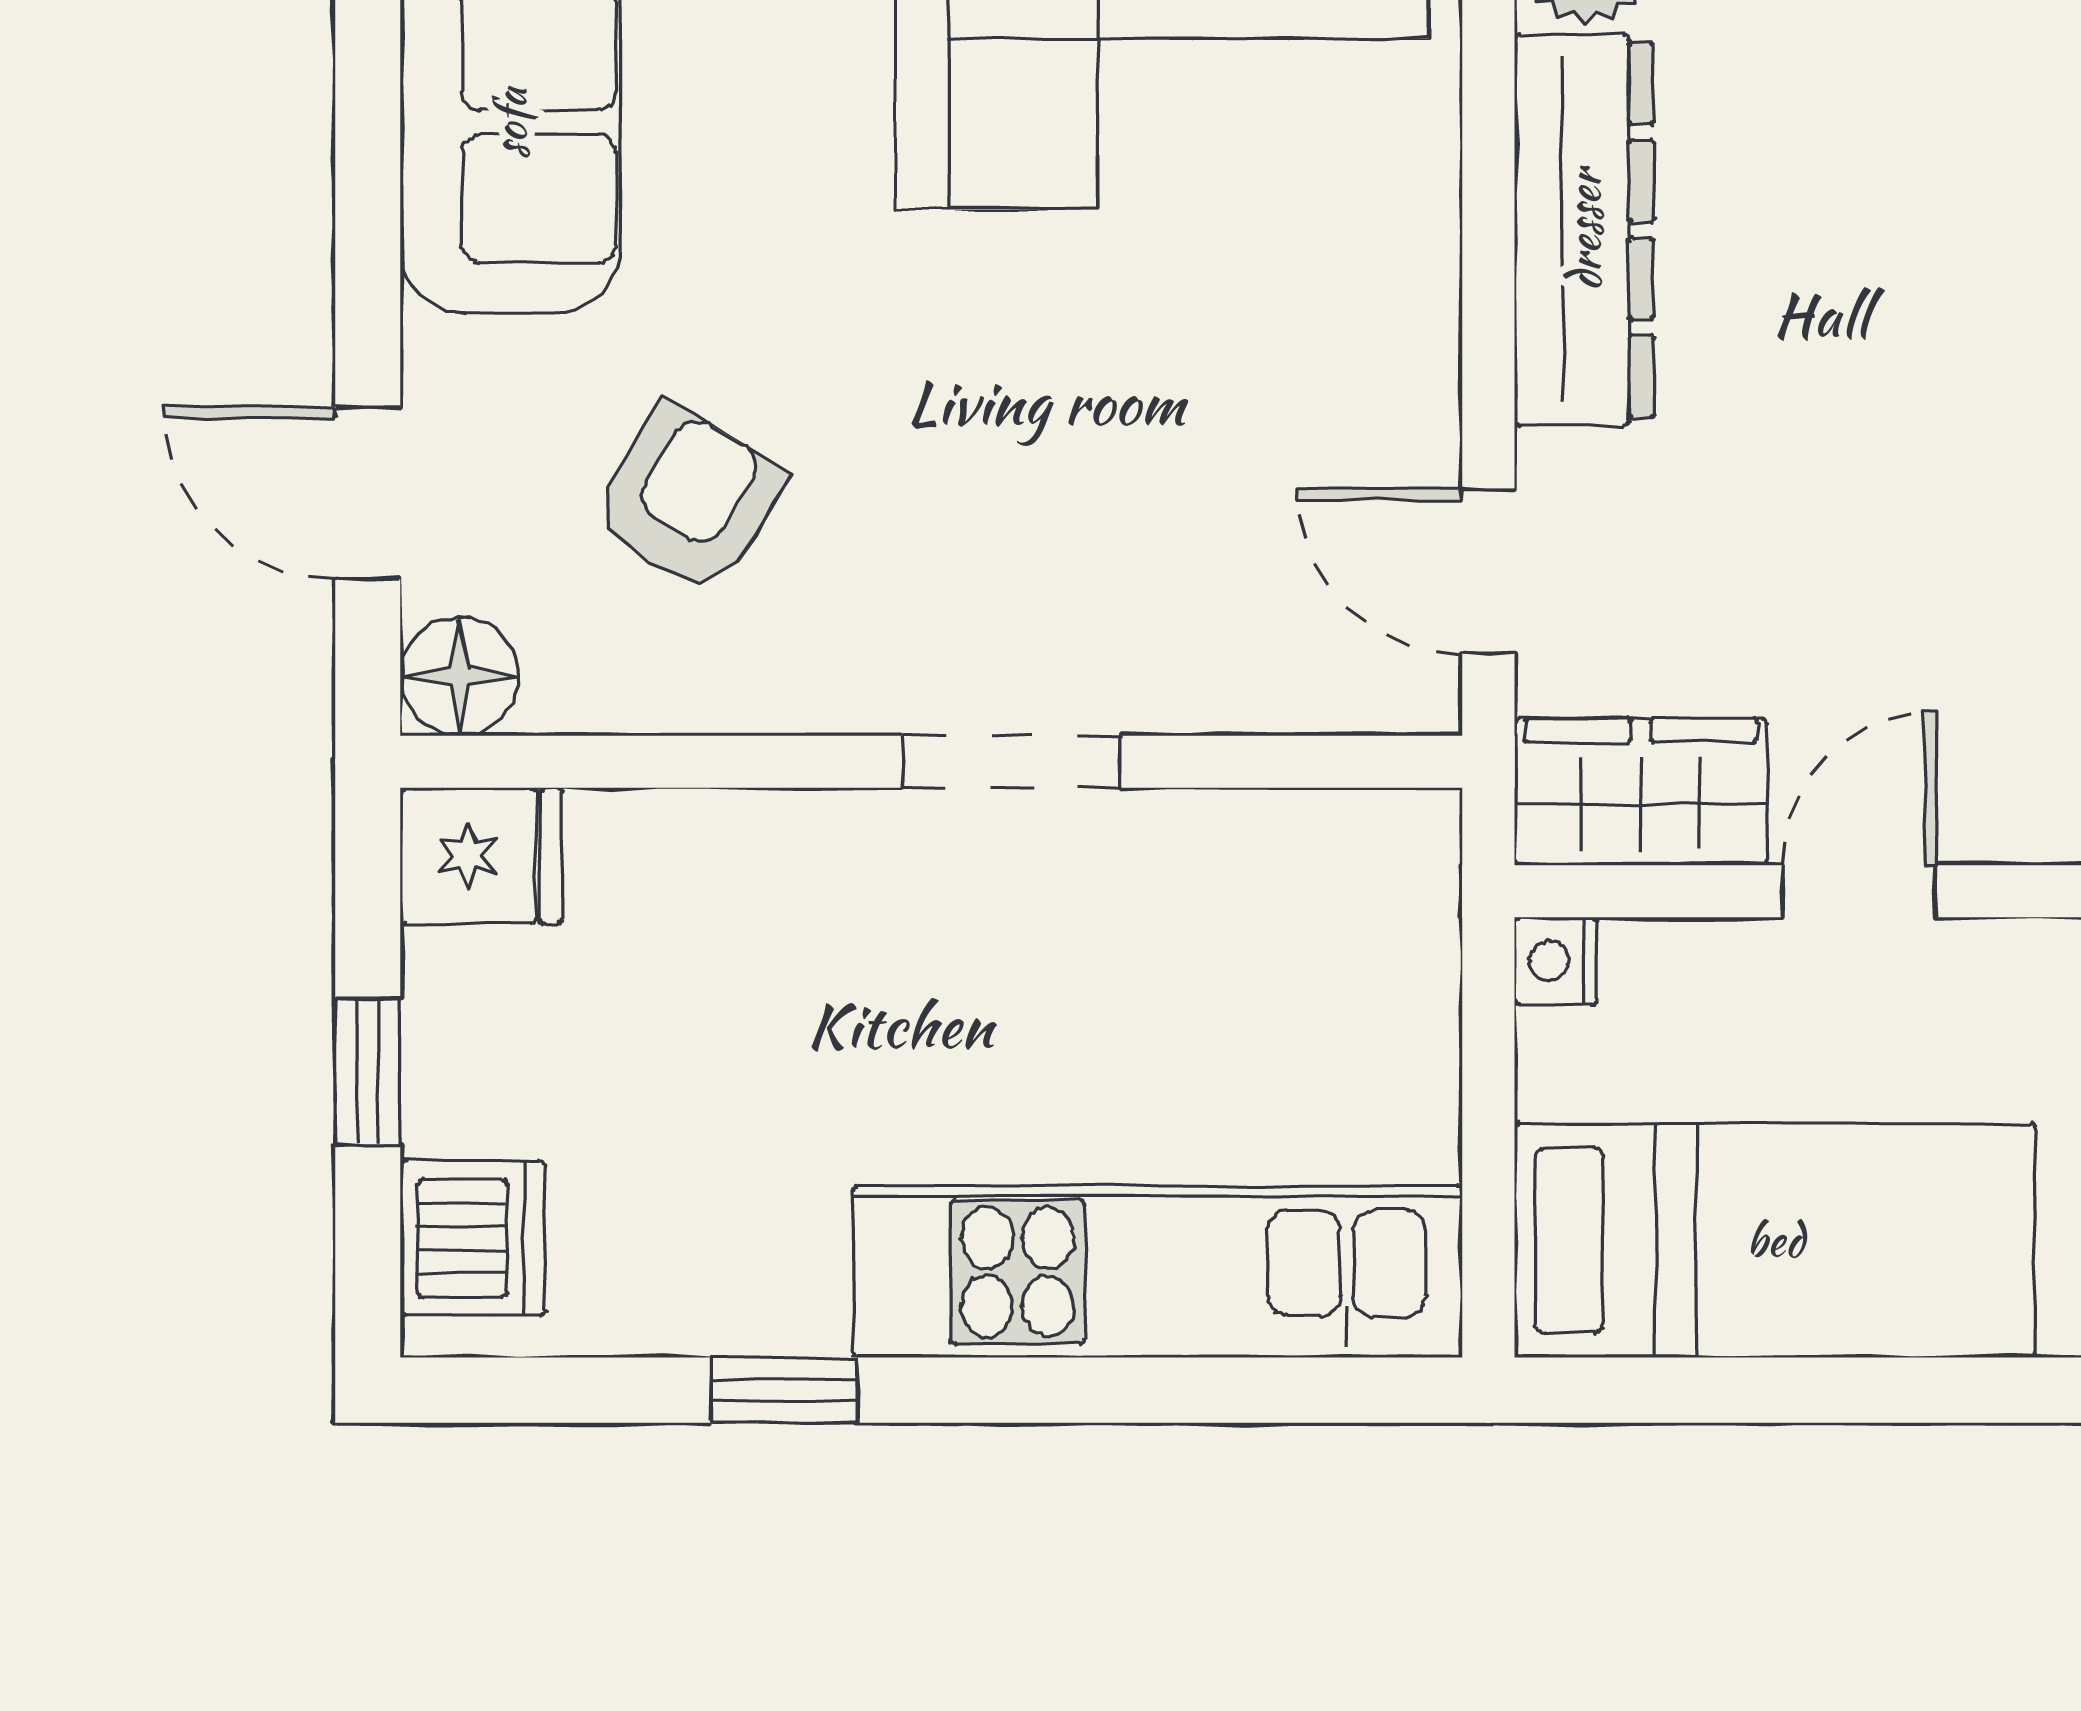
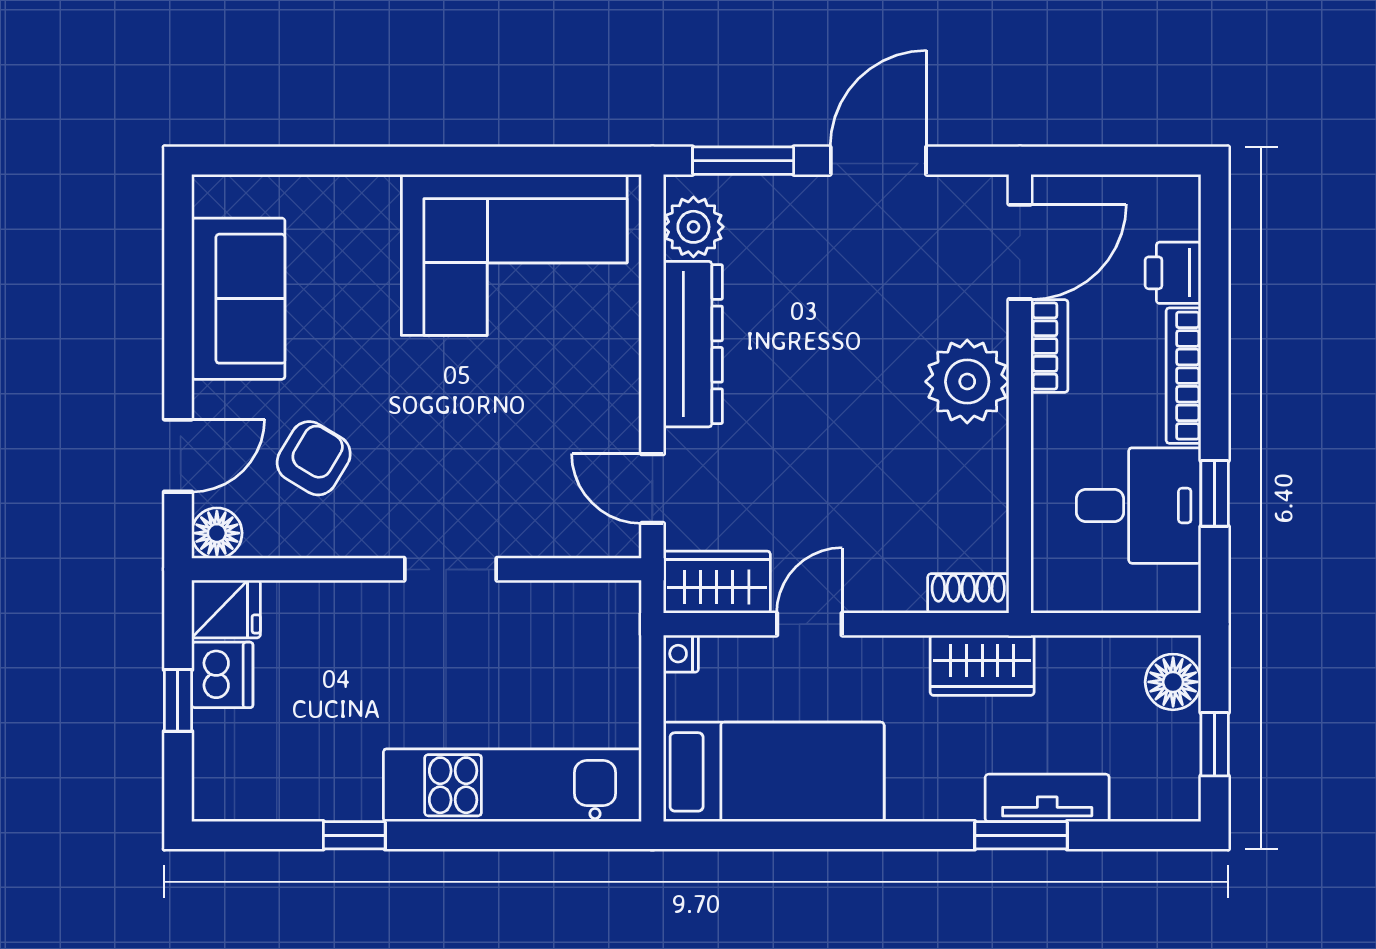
door: (368, 493) -> (178, 456), swing flipped
dishwasher: (472, 1238) -> (222, 675), moved

